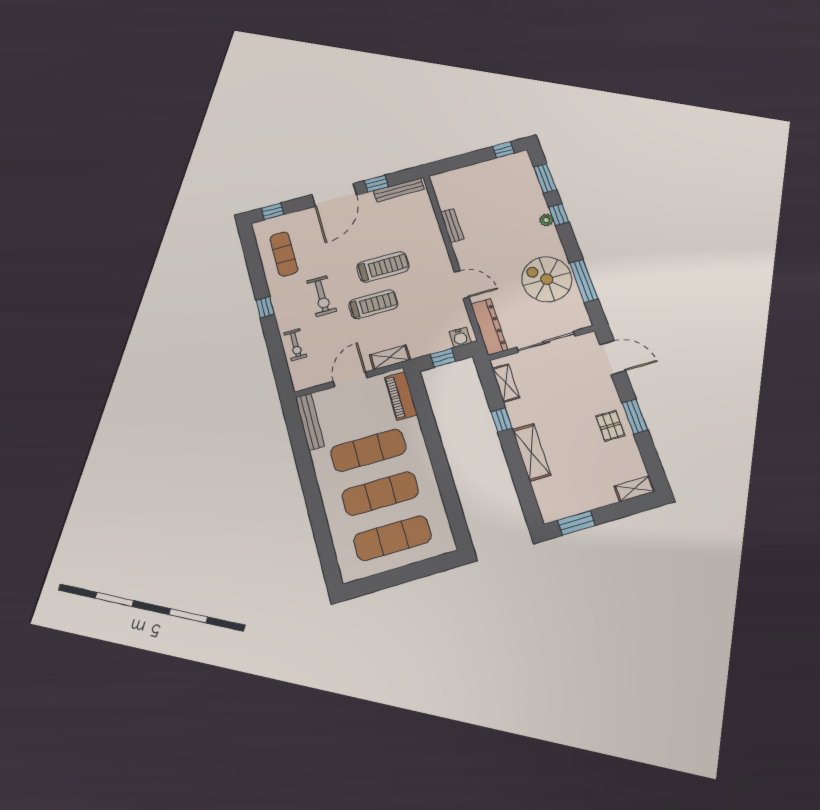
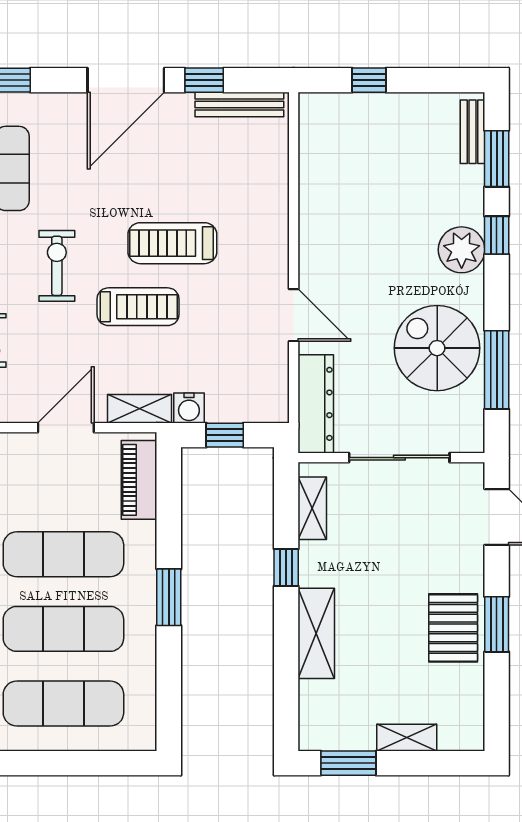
window: (503, 150) -> (369, 80), moved
plant: (546, 220) -> (462, 250), width x1.88, depth x1.88
bench: (452, 225) -> (472, 132), moved
treadmill: (383, 267) -> (172, 243), turned 180
exercise bike: (322, 296) -> (57, 266), turned 180
water cooler: (460, 337) -> (189, 408), moved
pallet: (610, 426) -> (453, 628), width x1.50, depth x1.42
window: (438, 457) -> (169, 597), added
shelving: (634, 489) -> (407, 738), moved

